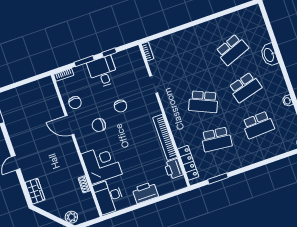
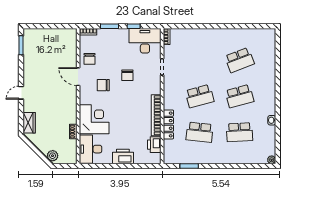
washbasin: (269, 55) -> (270, 76), removed
desk: (103, 72) -> (145, 41), moved, width x1.37
school desk: (203, 102) -> (200, 96), turned -39
locker: (188, 163) -> (168, 124), moved

